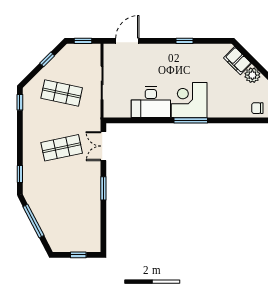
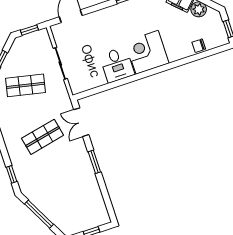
desk: (151, 102) -> (117, 65), width x0.73
chair: (257, 108) -> (199, 46), moved
window: (191, 120) -> (155, 71), removed

